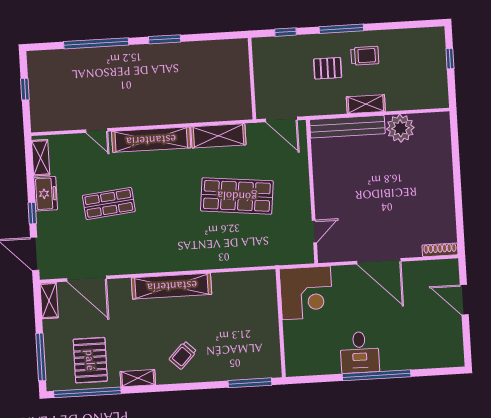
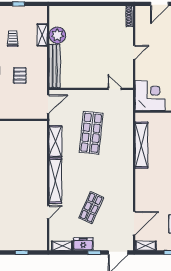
trolley: (365, 56) -> (13, 39), moved
shelving: (366, 104) -> (42, 35), moved
shop shelf: (109, 204) -> (91, 208), turned 30
door: (379, 261) -> (134, 52), width x0.53
shelving: (172, 286) -> (141, 145), moved

